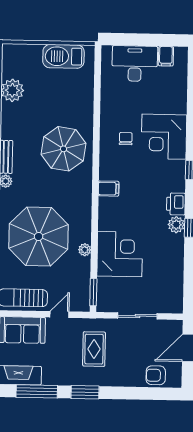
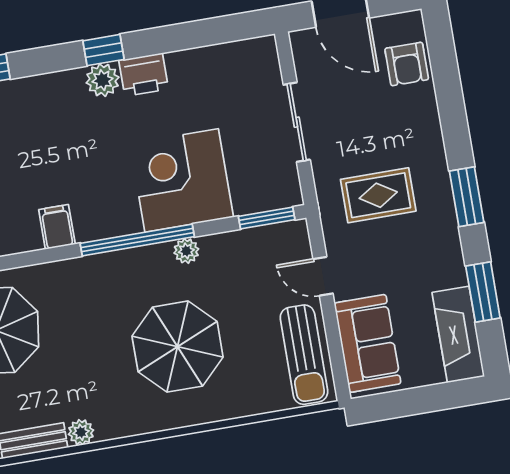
printer: (176, 204) -> (144, 75), moved
window: (95, 227) -> (137, 240), added
parasol: (39, 237) -> (178, 347), width x0.73, depth x0.73
window: (37, 391) -> (483, 292), width x0.69

